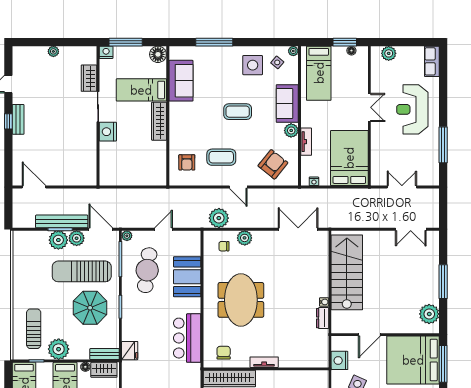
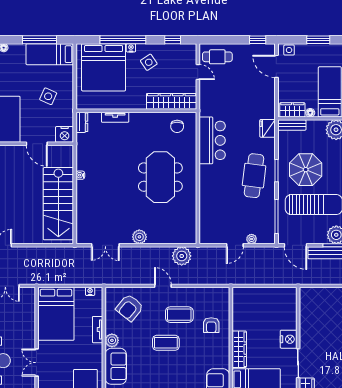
coffee table: (238, 112) -> (166, 343), moved
armchair: (187, 162) -> (211, 325), moved, turned 180
double door: (298, 229) -> (105, 245), width x0.73
plant: (127, 236) -> (252, 239), moved
plant: (77, 238) -> (319, 237), removed
plant: (245, 238) -> (139, 237), moved
chair: (224, 246) -> (177, 229), removed
cafe table: (147, 270) -> (254, 176), moved
booth: (187, 277) -> (212, 199), removed
dresser: (323, 318) -> (82, 122), moved
door: (369, 335) -> (37, 144), swing flipped
nightstand: (339, 360) -> (65, 134), moved, turned 90
tv unit: (264, 362) -> (115, 117), moved

